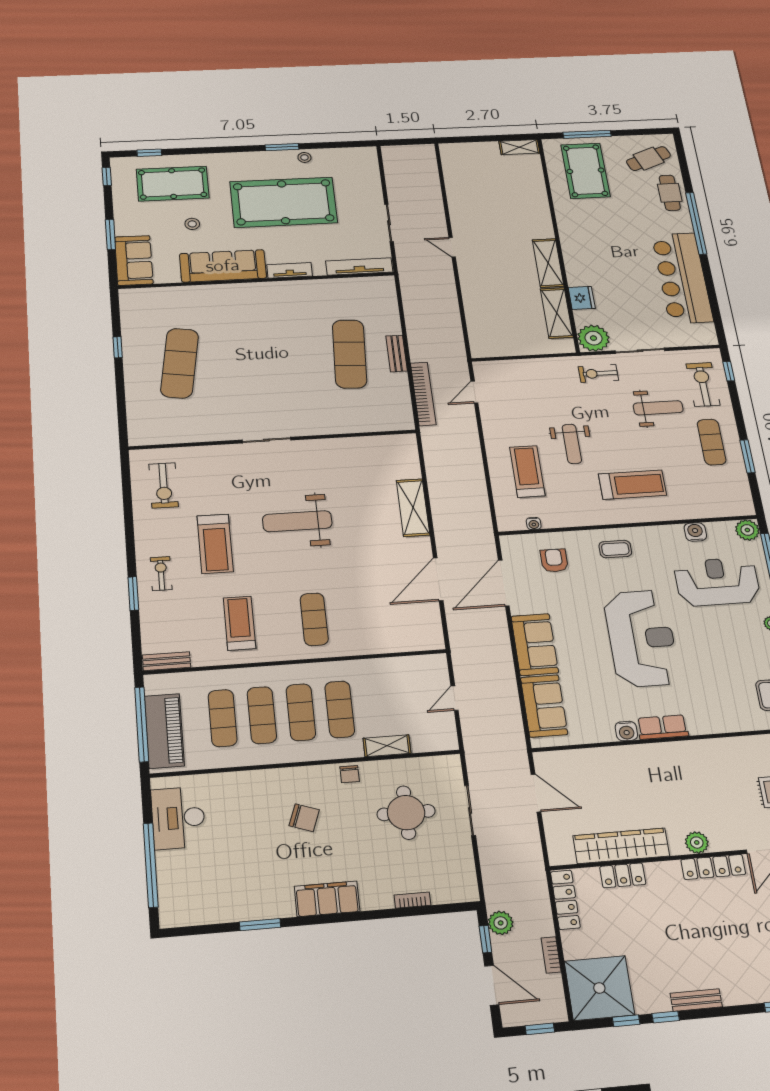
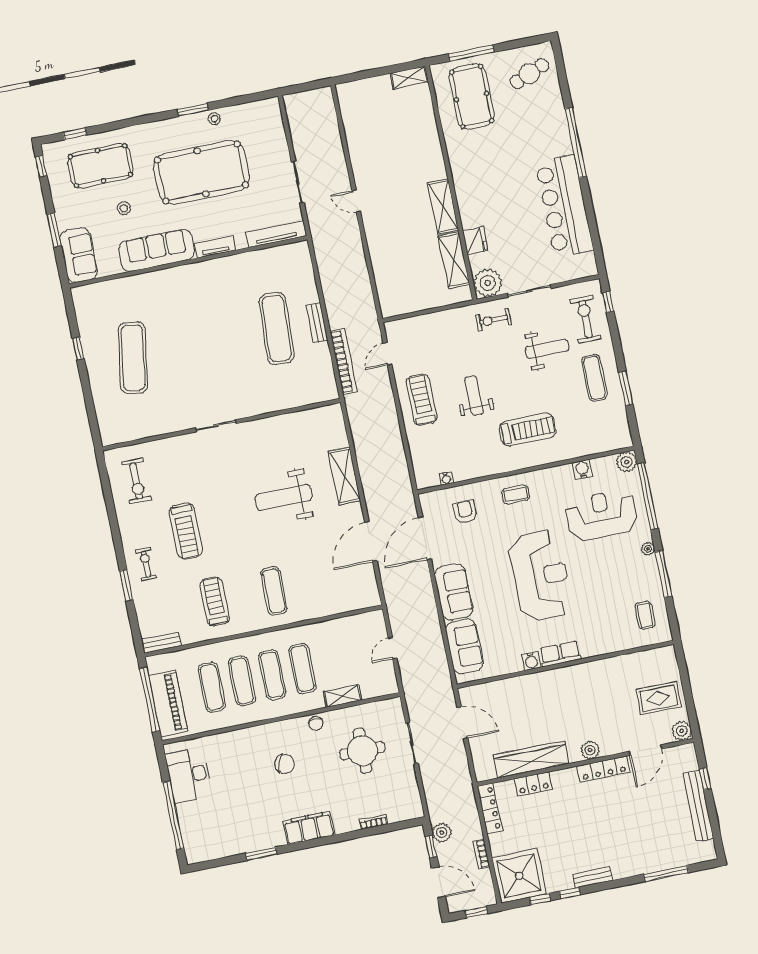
cafe table: (670, 193) -> (550, 111), removed
weight bench: (572, 444) -> (474, 396), turned 180
treadmill: (527, 471) -> (422, 400), moved
weight bench: (297, 521) -> (284, 497), moved

